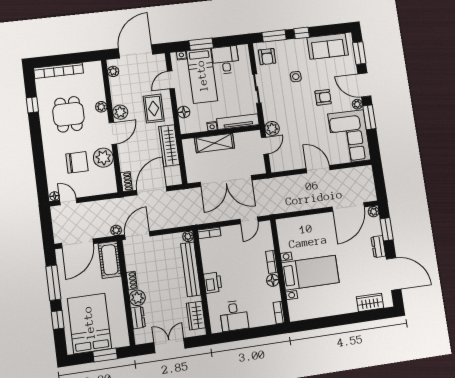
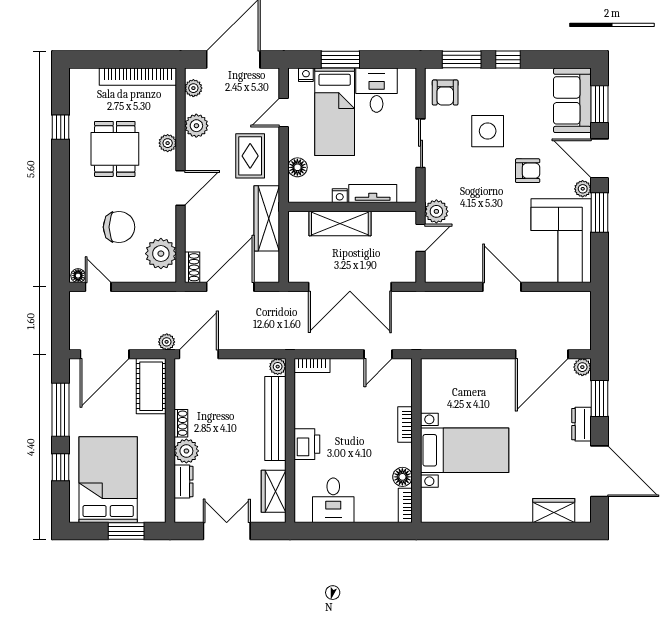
sofa: (328, 46) -> (572, 100), moved, turned 90
bookcase: (58, 71) -> (138, 77), moved
side table: (296, 77) -> (488, 131), width x1.87, depth x1.87
plant: (120, 112) -> (196, 126), moved
tv unit: (238, 122) -> (373, 194), width x0.71
plant: (103, 158) -> (161, 254), moved
floor lamp: (273, 280) -> (402, 477), moved

